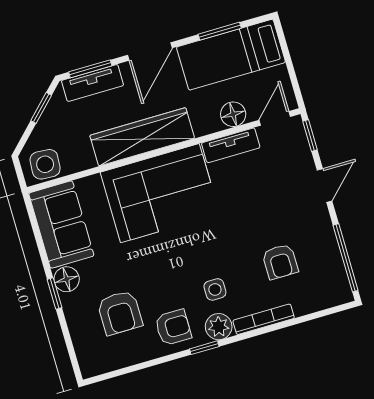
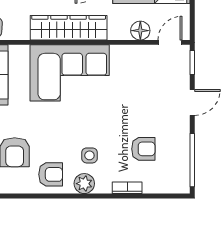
tv unit: (231, 145) -> (132, 53), removed
armchair: (280, 262) -> (143, 149), turned -90
bookcase: (264, 319) -> (127, 188), width x0.64
window: (204, 348) -> (69, 196), removed

